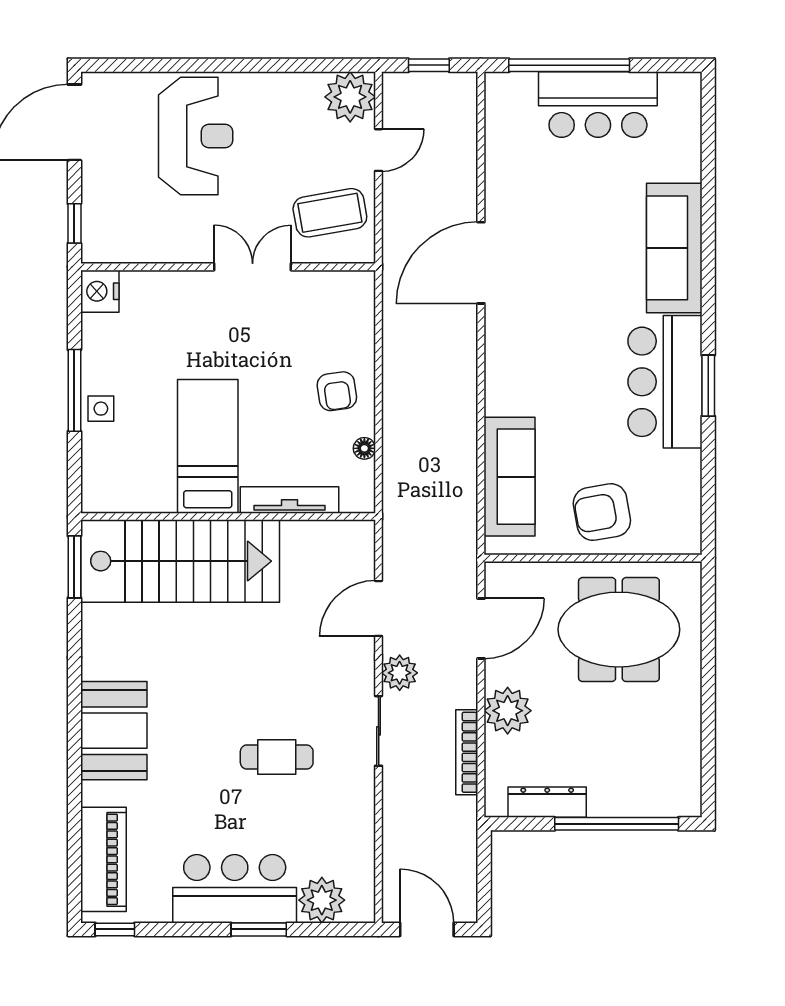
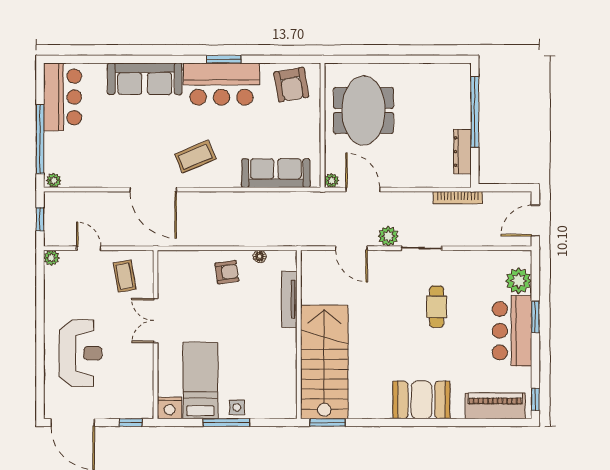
plant: (497, 89) -> (54, 180), added
plant: (350, 97) -> (51, 258), width x0.53, depth x0.53
bar counter: (598, 105) -> (63, 97), moved
reception desk: (196, 136) -> (81, 353), turned 90
coffee table: (330, 213) -> (125, 276), width x0.73, depth x0.77
coffee table: (538, 336) -> (195, 157), added
bed: (208, 446) -> (200, 380), moved, turned 90
armchair: (602, 512) -> (291, 85), moved
plant: (508, 711) -> (332, 181), moved, width x0.53, depth x0.53
bookcase: (467, 752) -> (458, 198), moved

